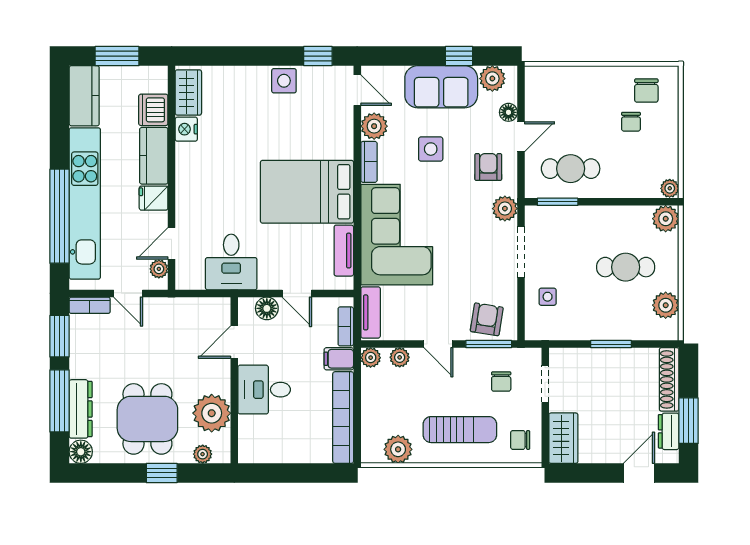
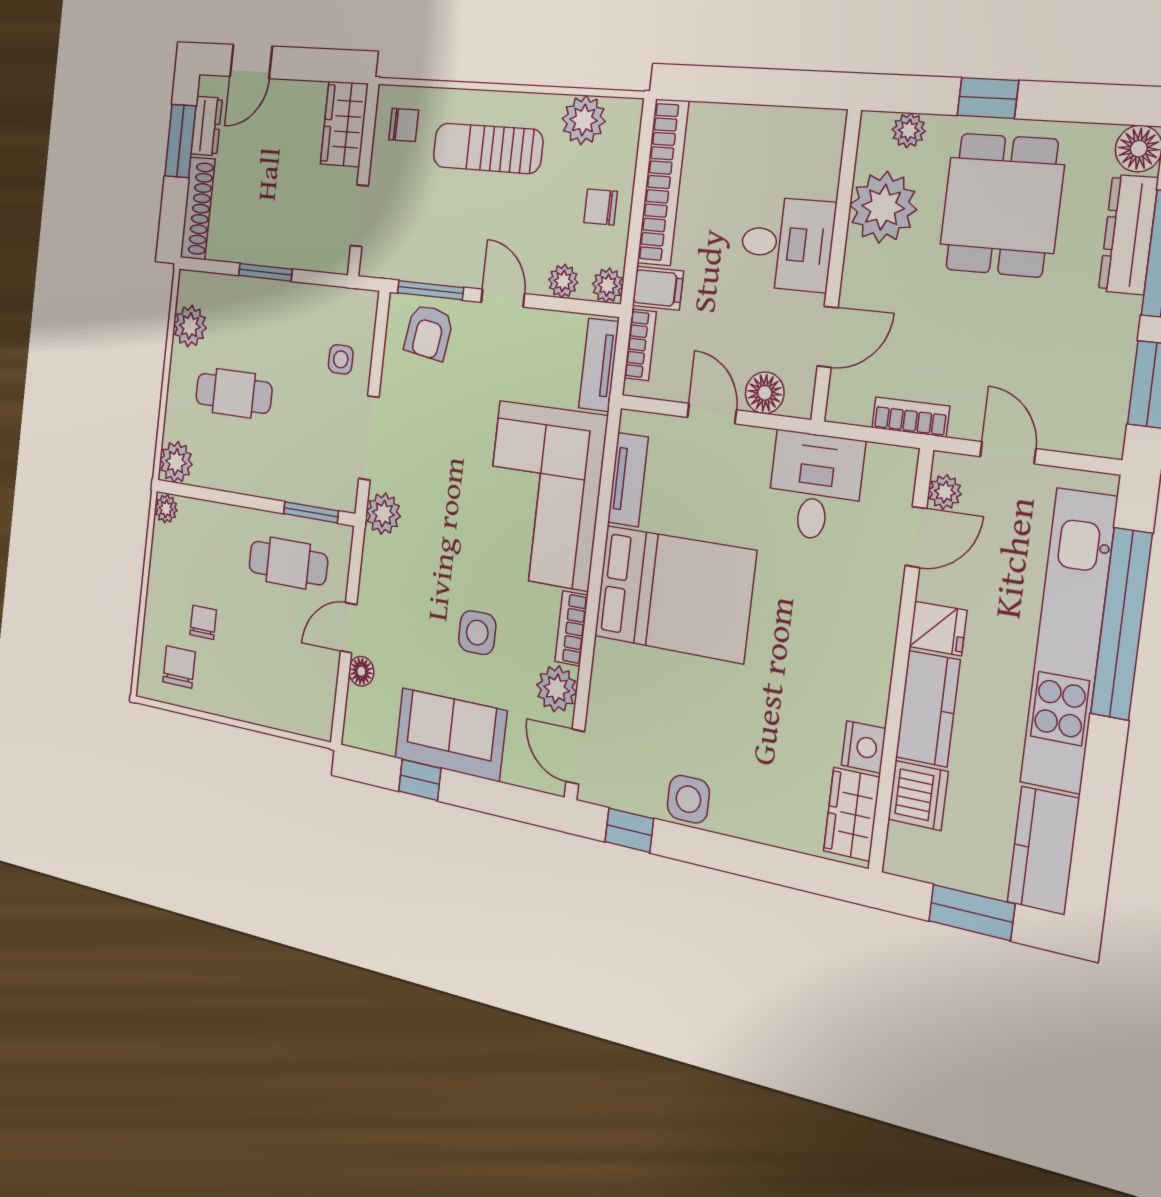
plant: (492, 79) -> (377, 732), removed
armchair: (488, 167) -> (399, 587), removed
bookcase: (90, 305) -> (911, 417), moved
chair: (501, 382) -> (601, 207), moved, turned -90

